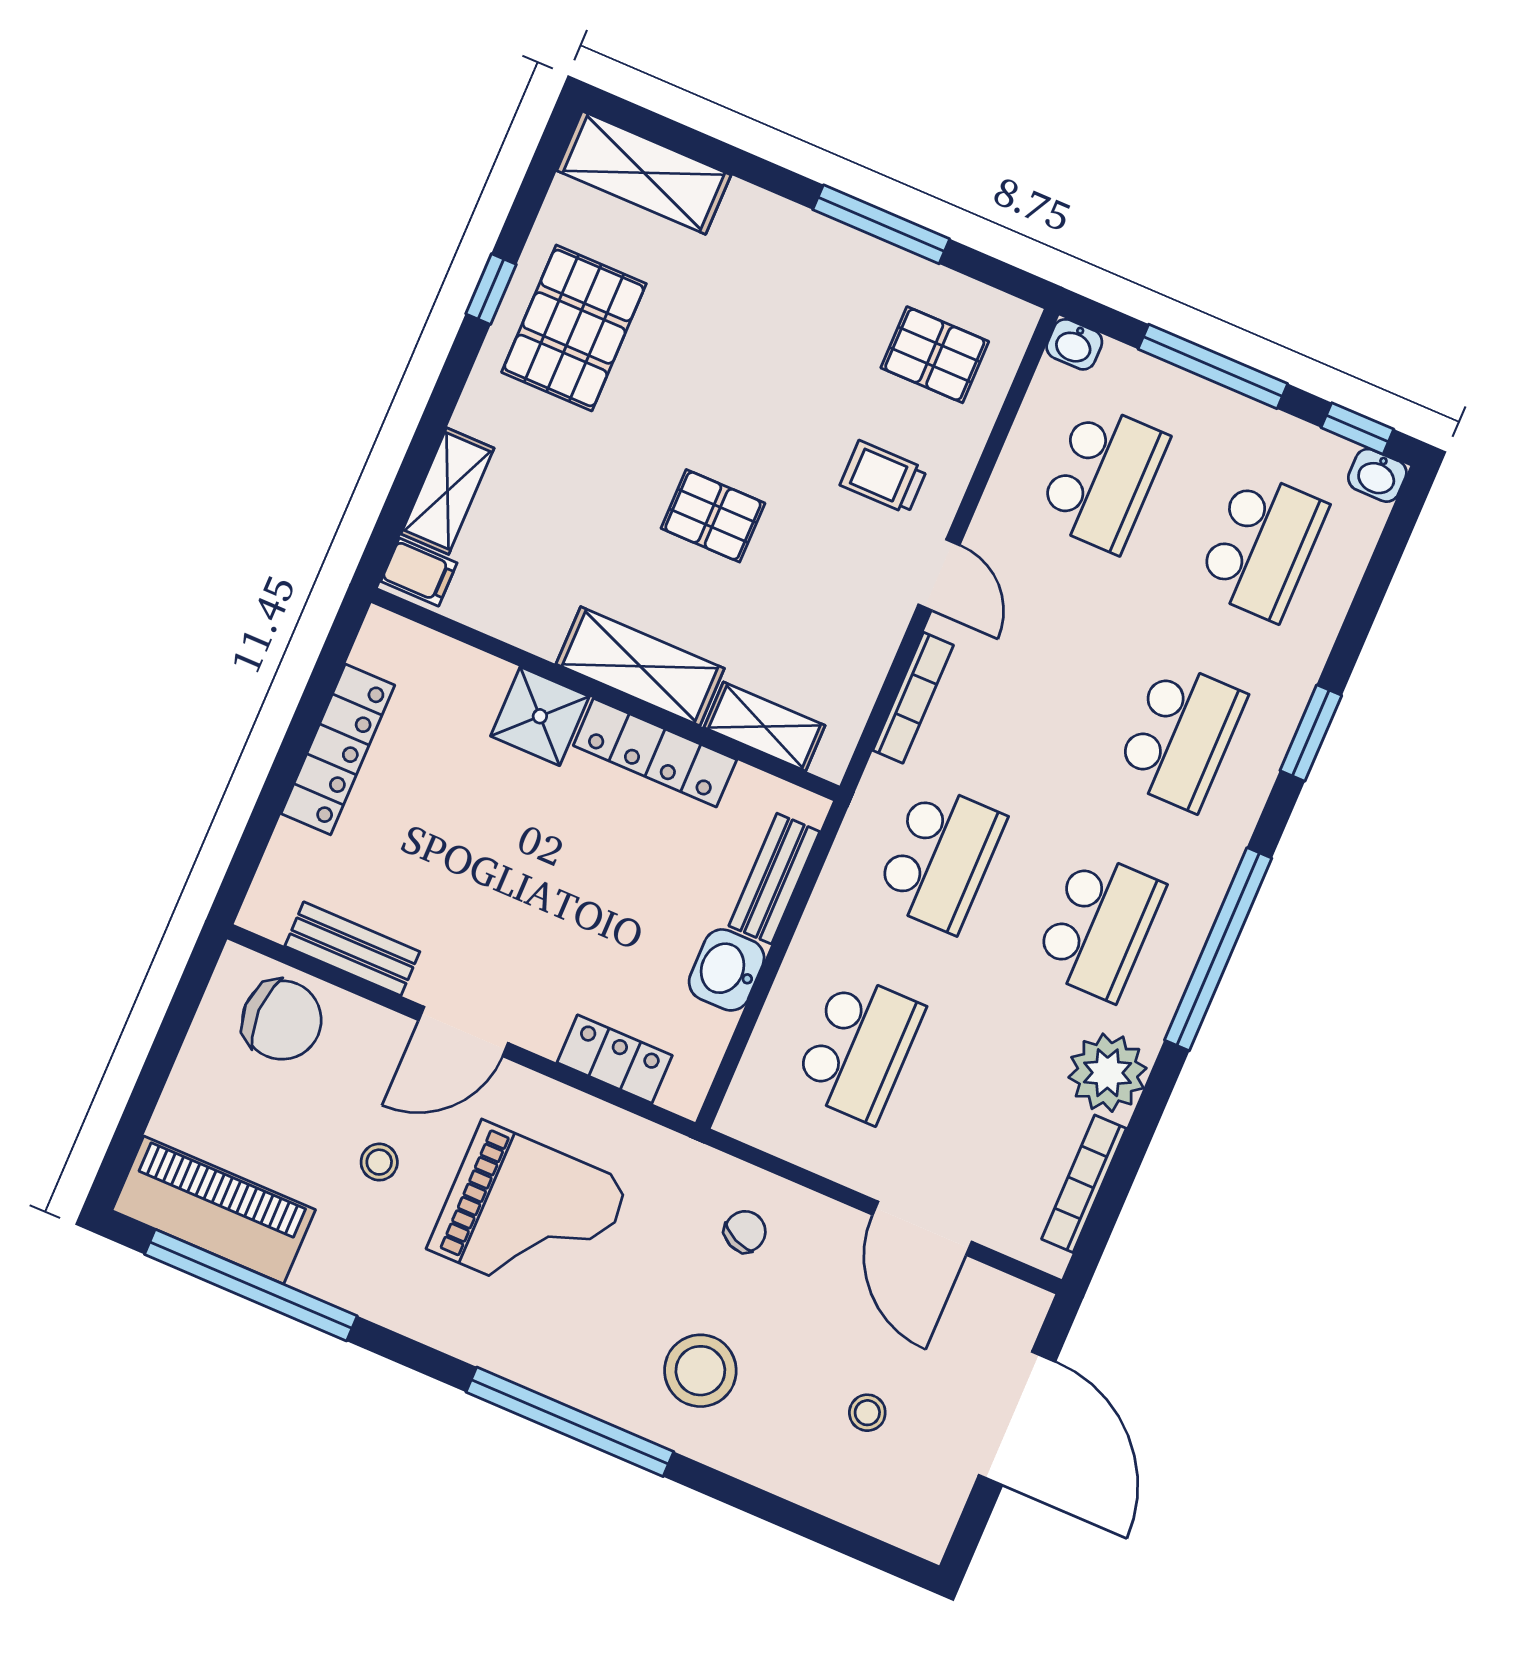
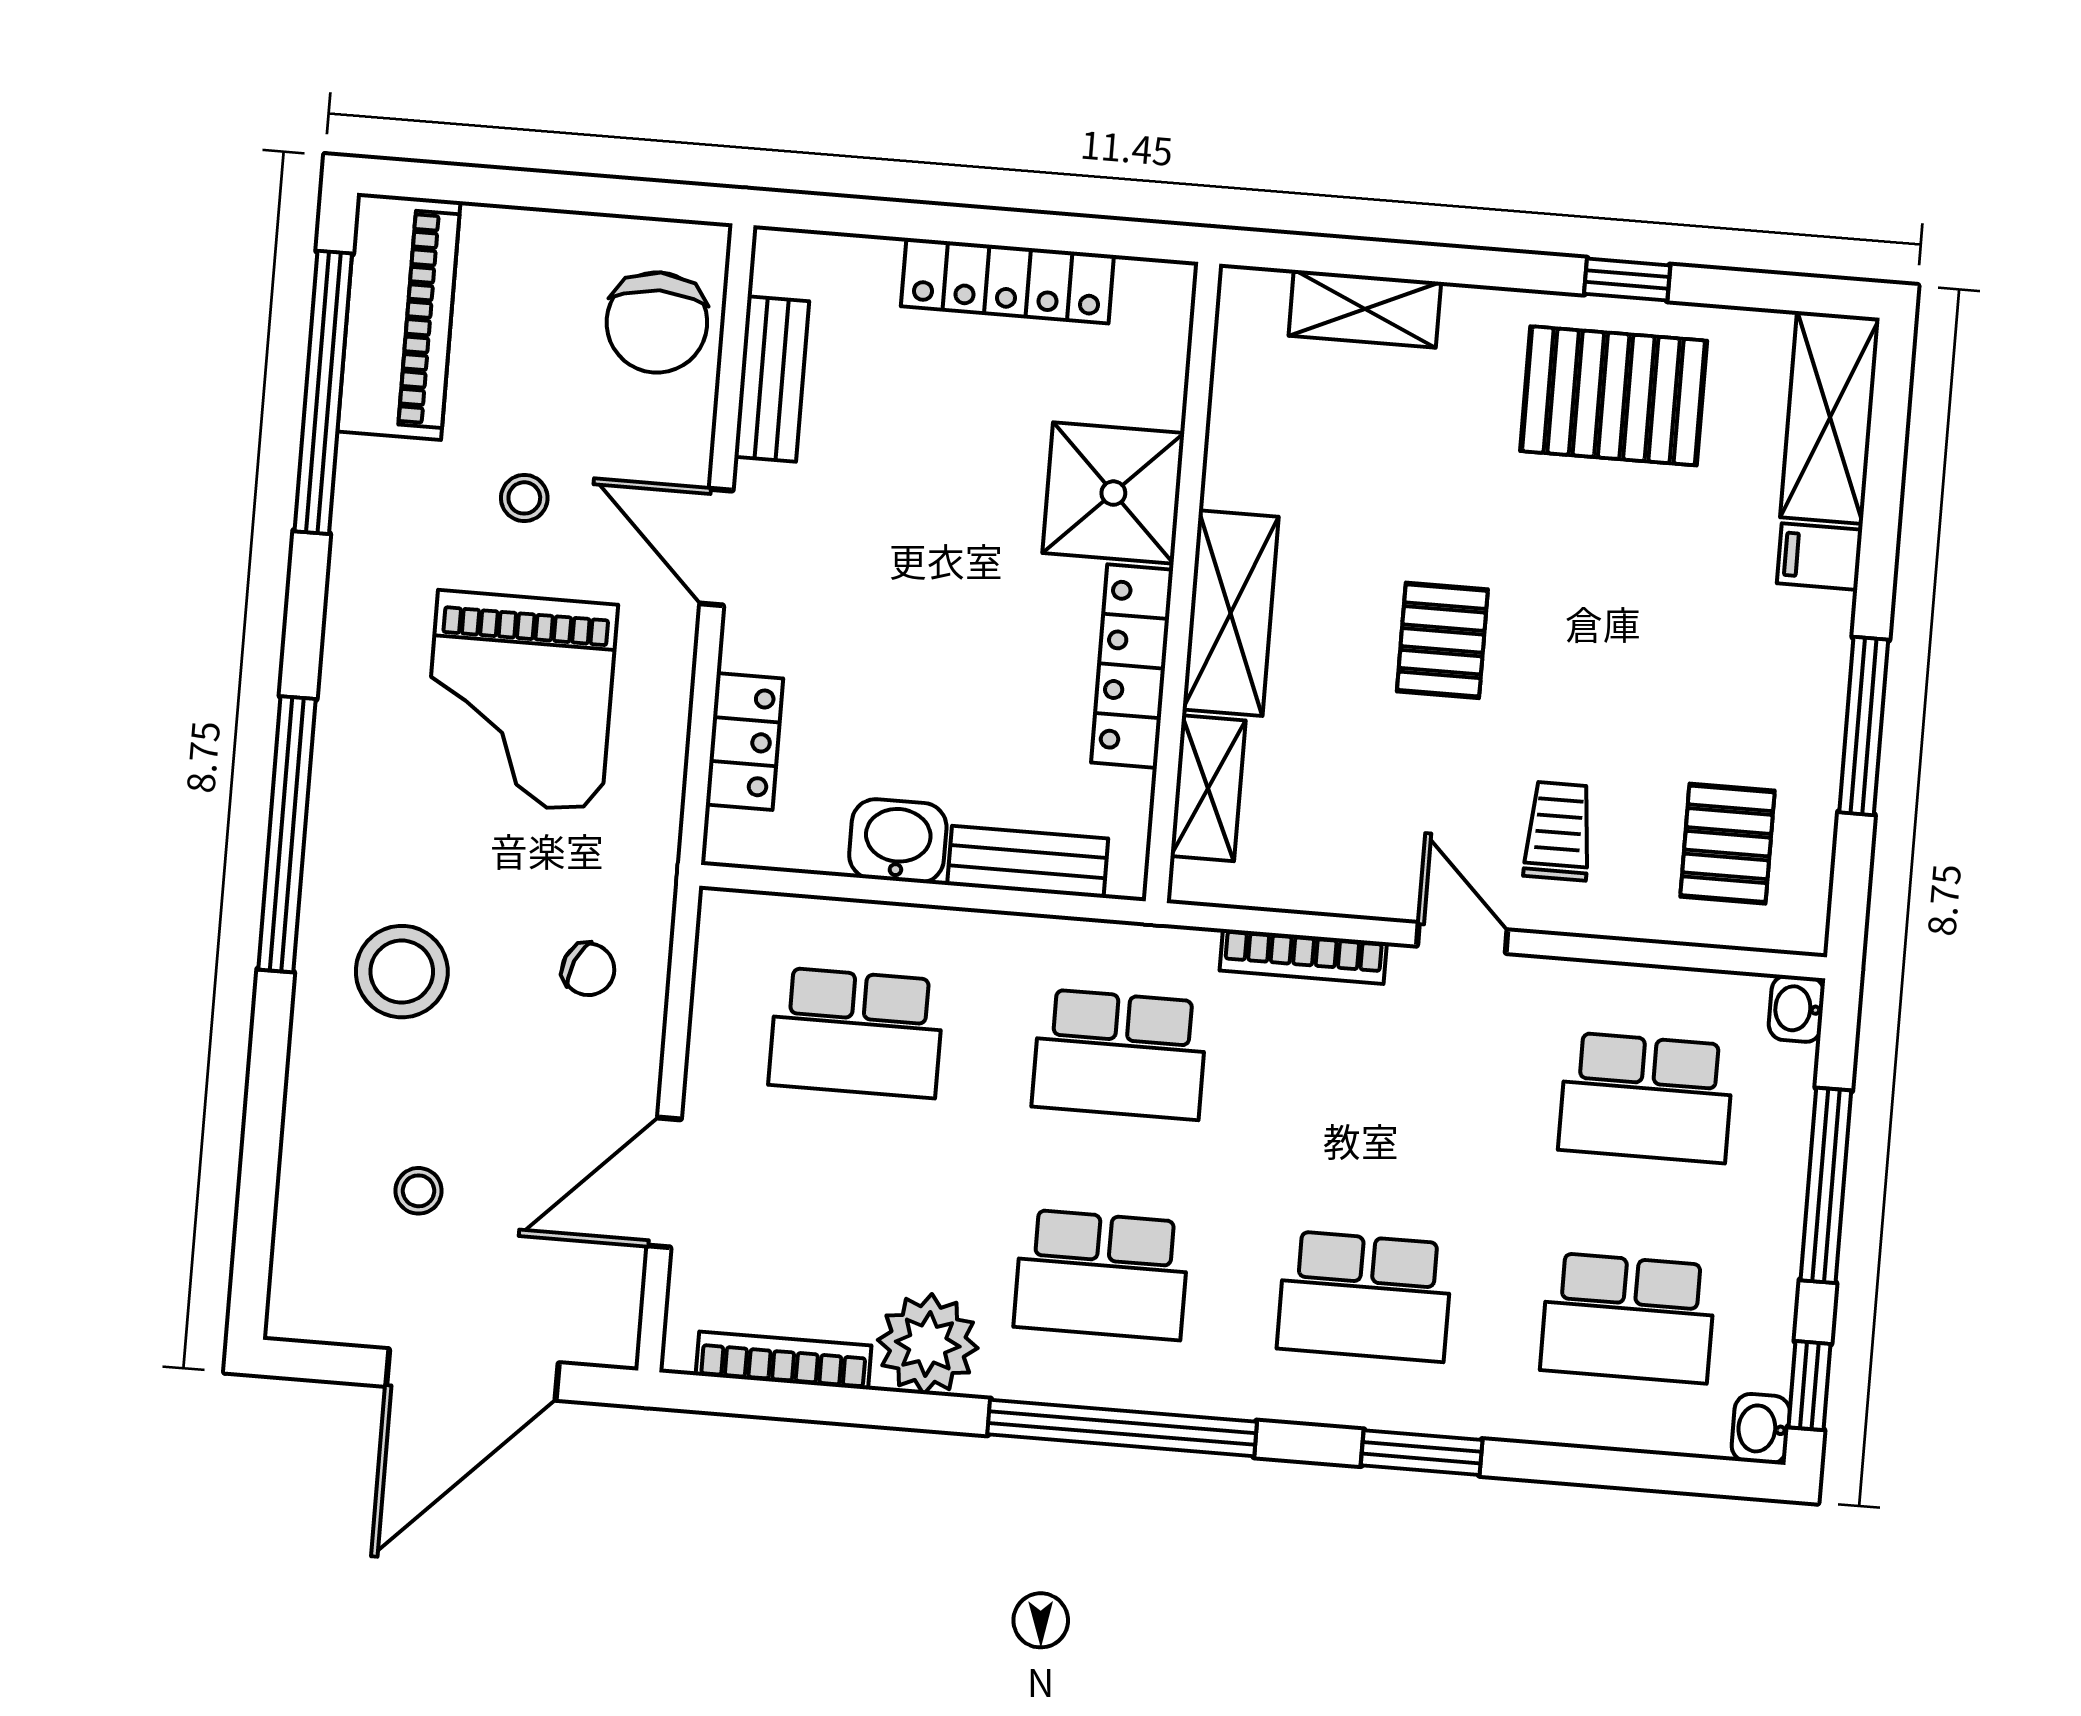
filing cabinet: (419, 572) -> (1820, 557), moved, turned 90
door: (939, 575) -> (1462, 938), swing flipped
shower: (540, 716) -> (1113, 493), width x1.36, depth x1.36

